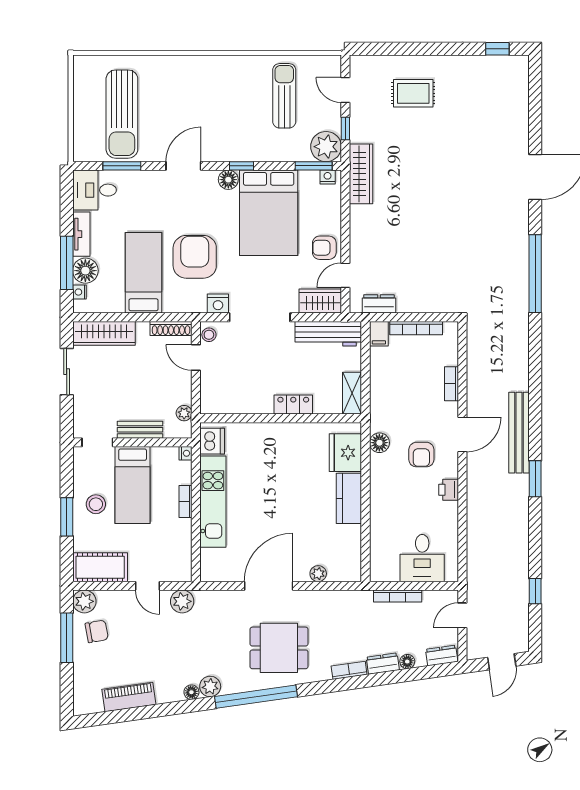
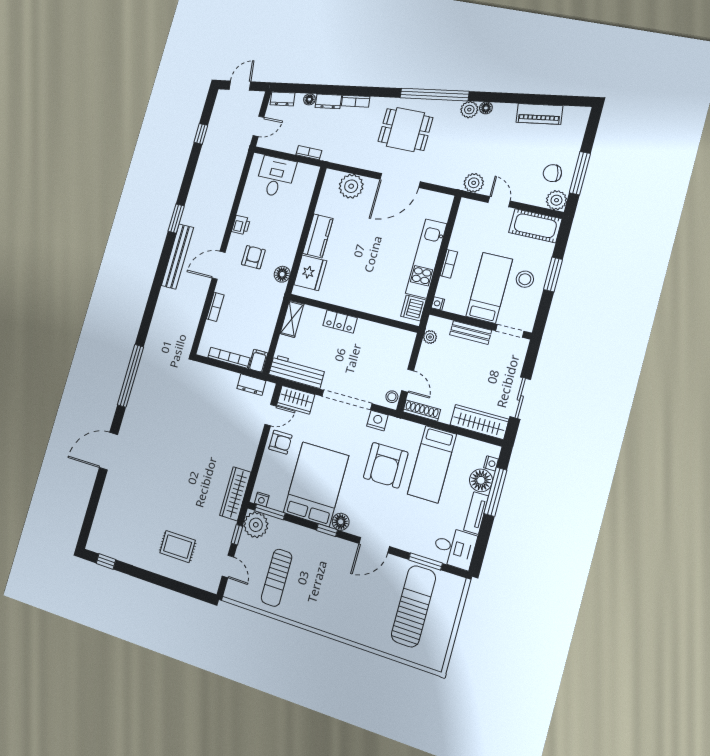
plant: (318, 574) -> (351, 186), width x1.88, depth x1.88
bookcase: (398, 596) -> (309, 153), width x0.64

